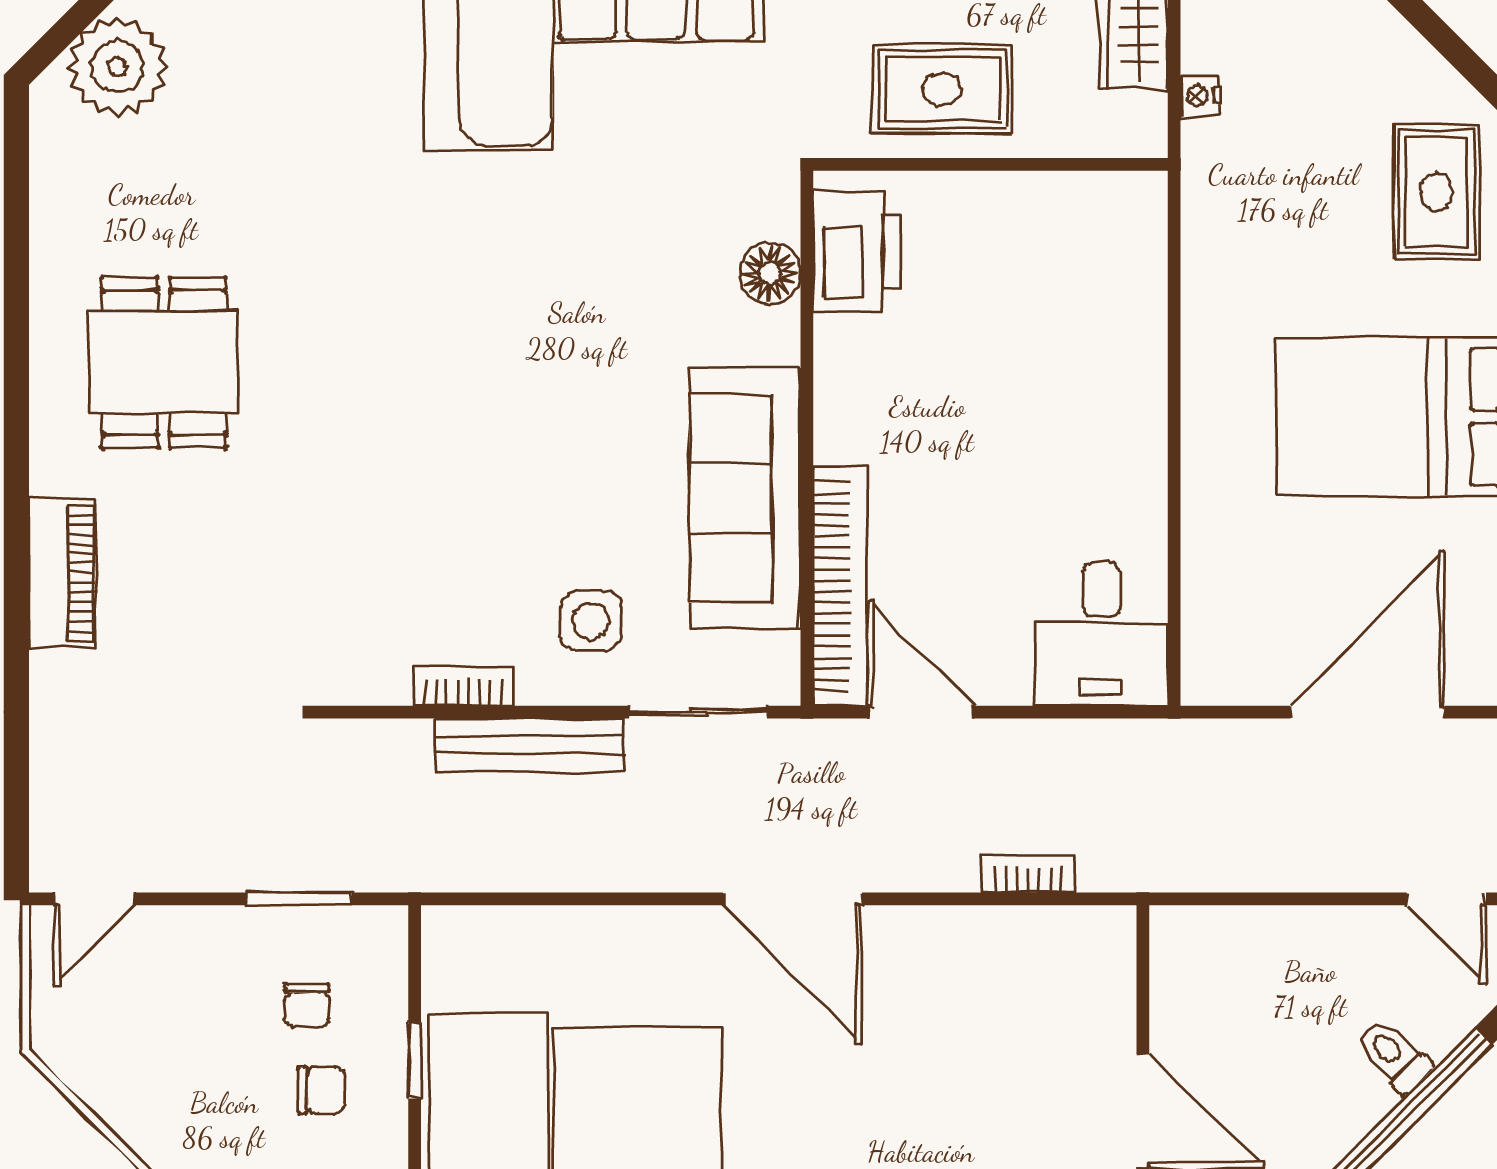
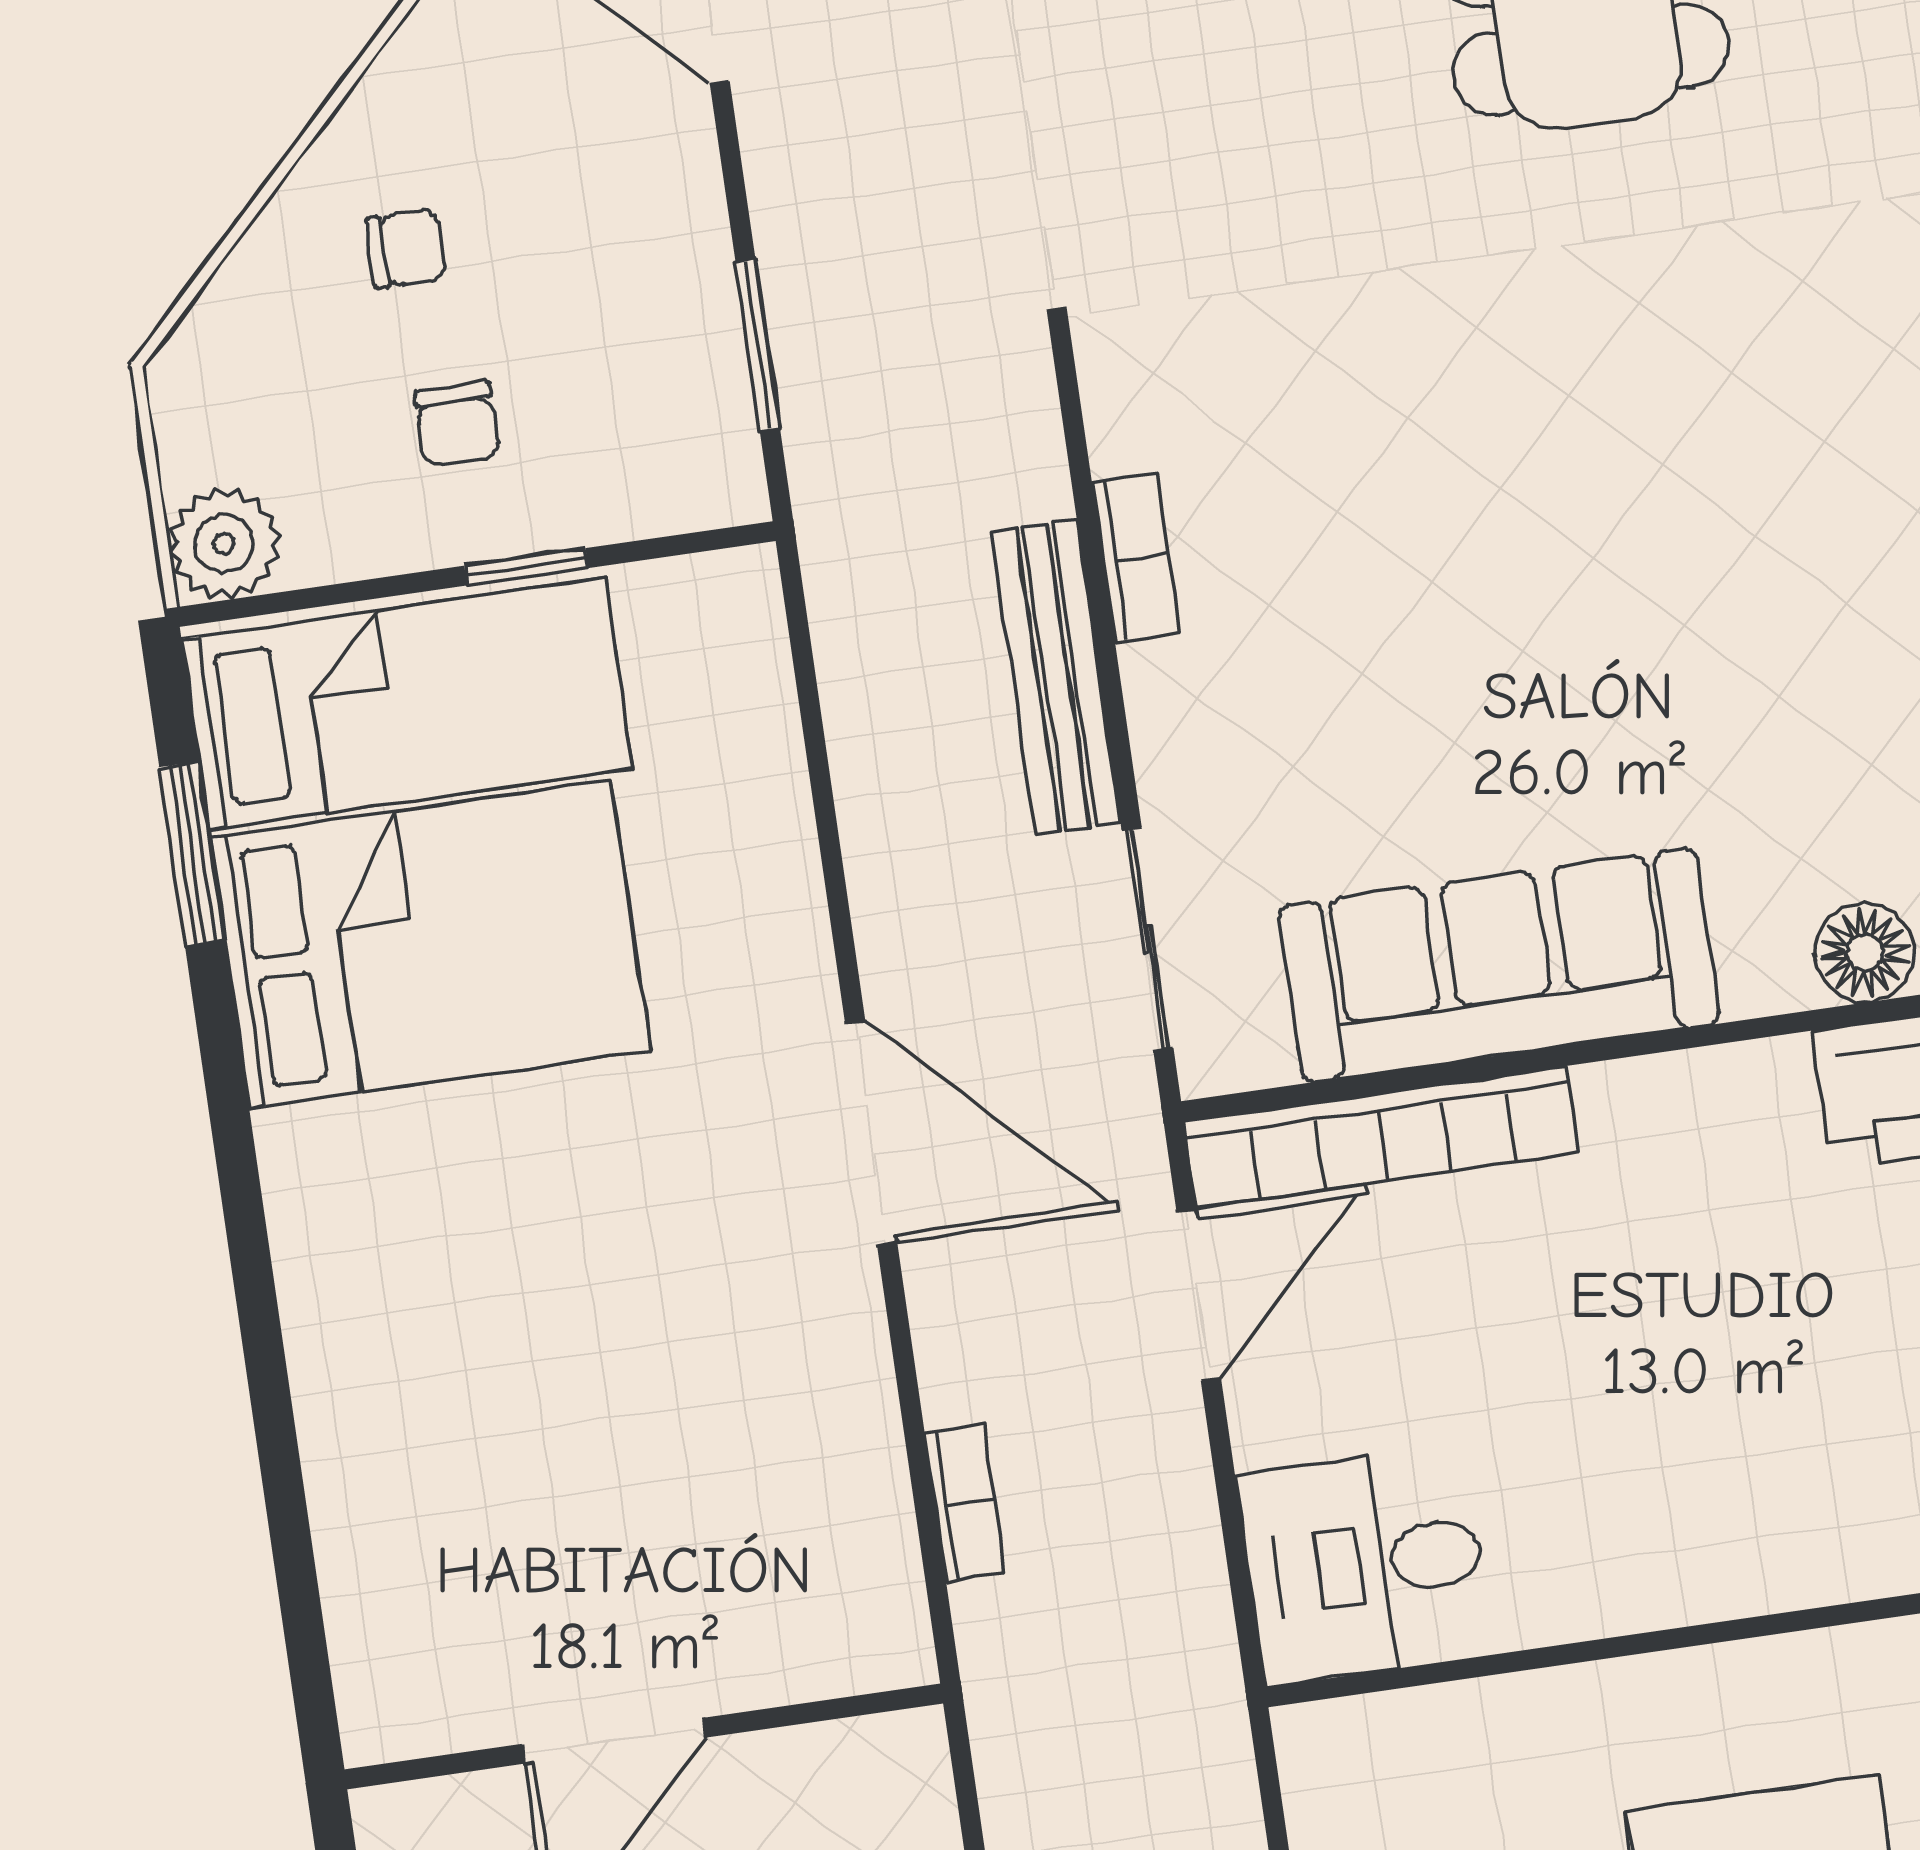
side table: (591, 621) -> (1269, 747), removed
door: (793, 899) -> (871, 1133), swing flipped
chair: (307, 1005) -> (406, 249), moved, turned 180

